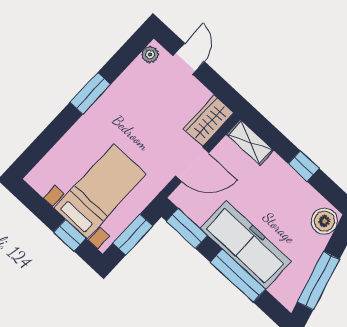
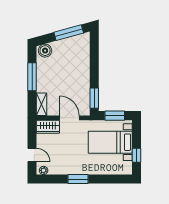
door: (189, 59) -> (32, 155), swing flipped
window: (304, 166) -> (32, 77), width x2.17
window: (70, 235) -> (136, 155), moved
freezer: (246, 245) -> (80, 71), removed
window: (238, 276) -> (94, 64), removed

